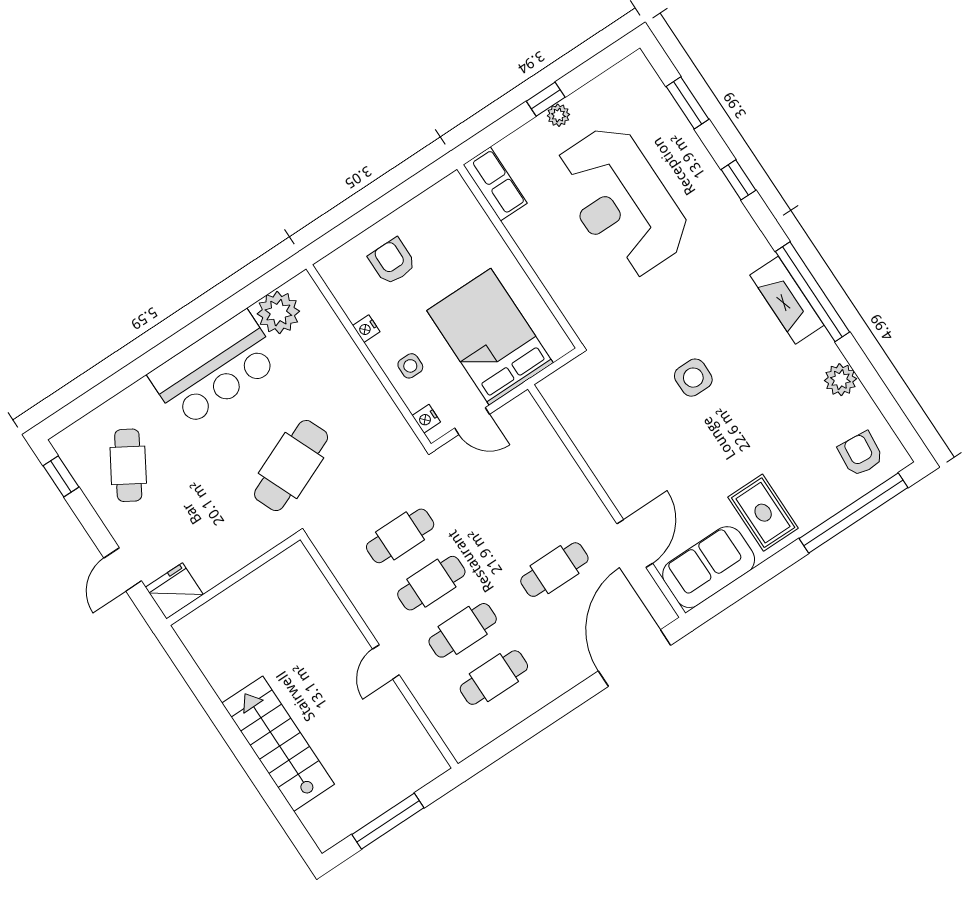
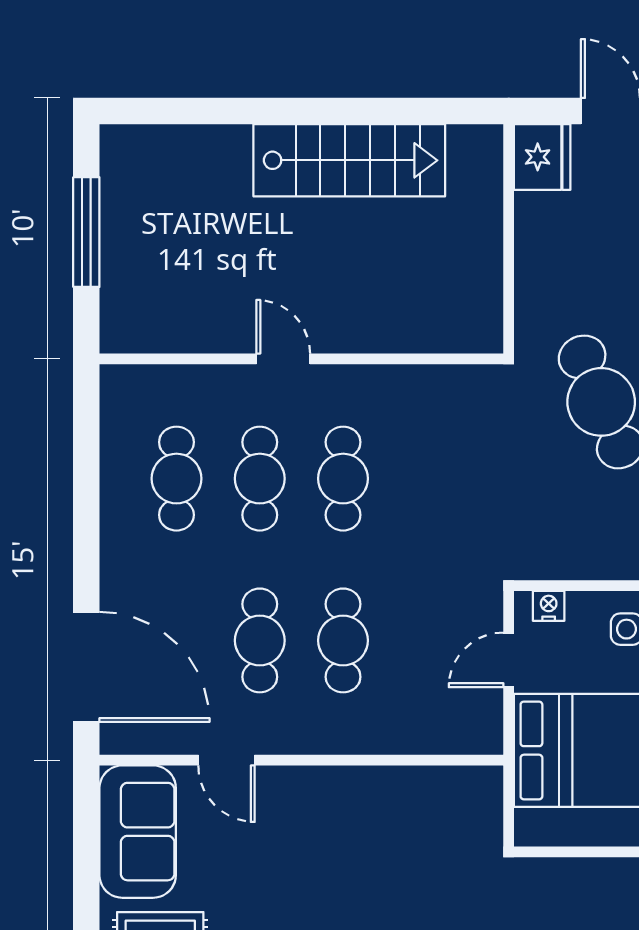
cafe table: (400, 536) -> (343, 640), moved
door: (635, 544) -> (226, 760), width x0.73
stairs: (278, 744) -> (349, 160), moved

